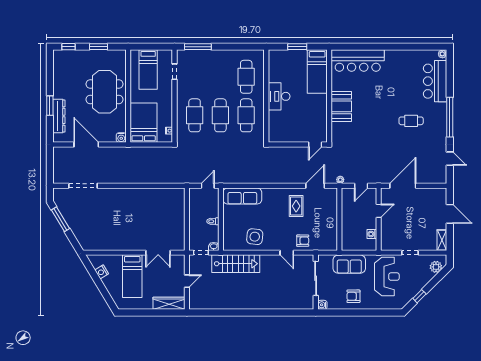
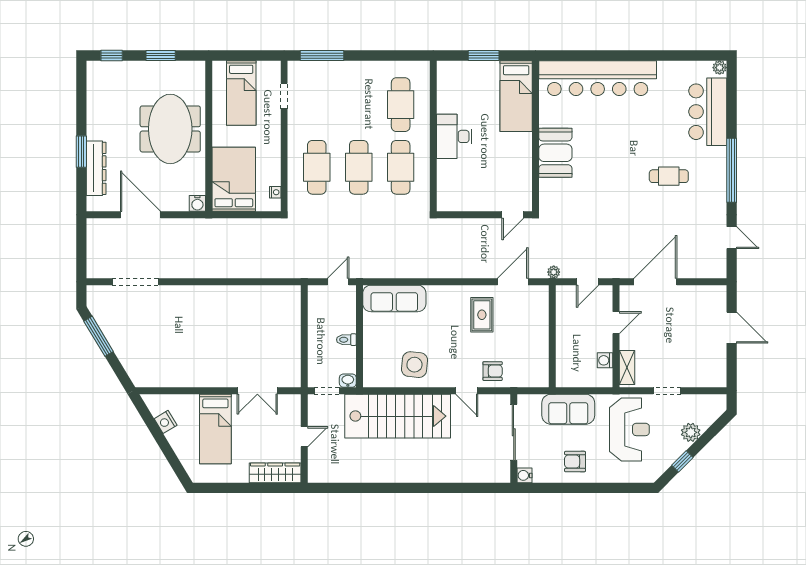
bar counter: (358, 60) -> (598, 78), width x1.36
shelving: (442, 240) -> (627, 367), moved
stairs: (236, 264) -> (398, 416), width x1.36, depth x1.51
plant: (436, 267) -> (691, 432), moved

